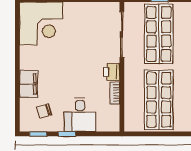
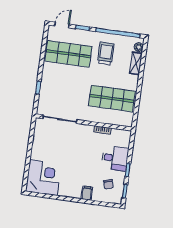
shop shelf: (159, 34) -> (63, 92), removed
printer: (112, 72) -> (87, 130), removed
filing cabinet: (29, 84) -> (87, 193), width x0.50

